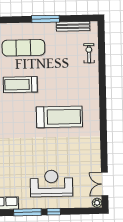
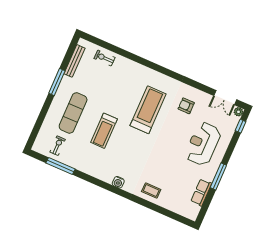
armchair: (80, 151) -> (186, 106), added
window: (54, 212) -> (241, 126), moved

